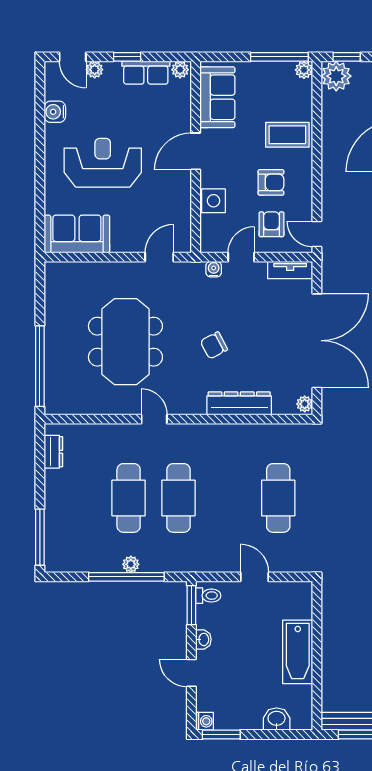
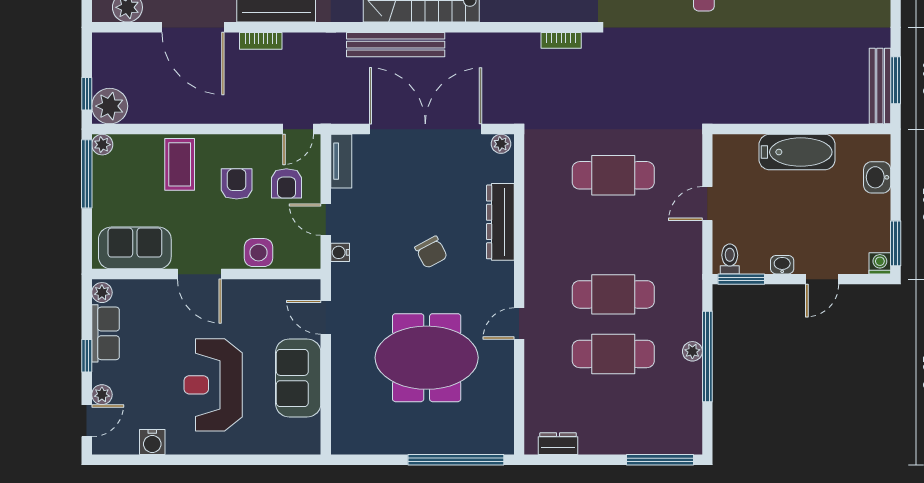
armchair: (271, 224) -> (286, 183), turned -90
sofa: (77, 234) -> (298, 378), moved

